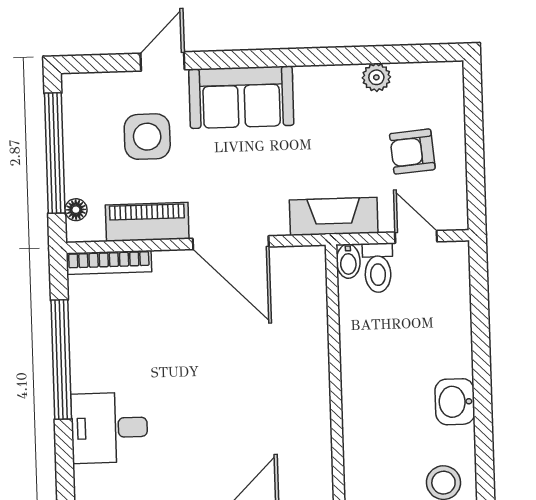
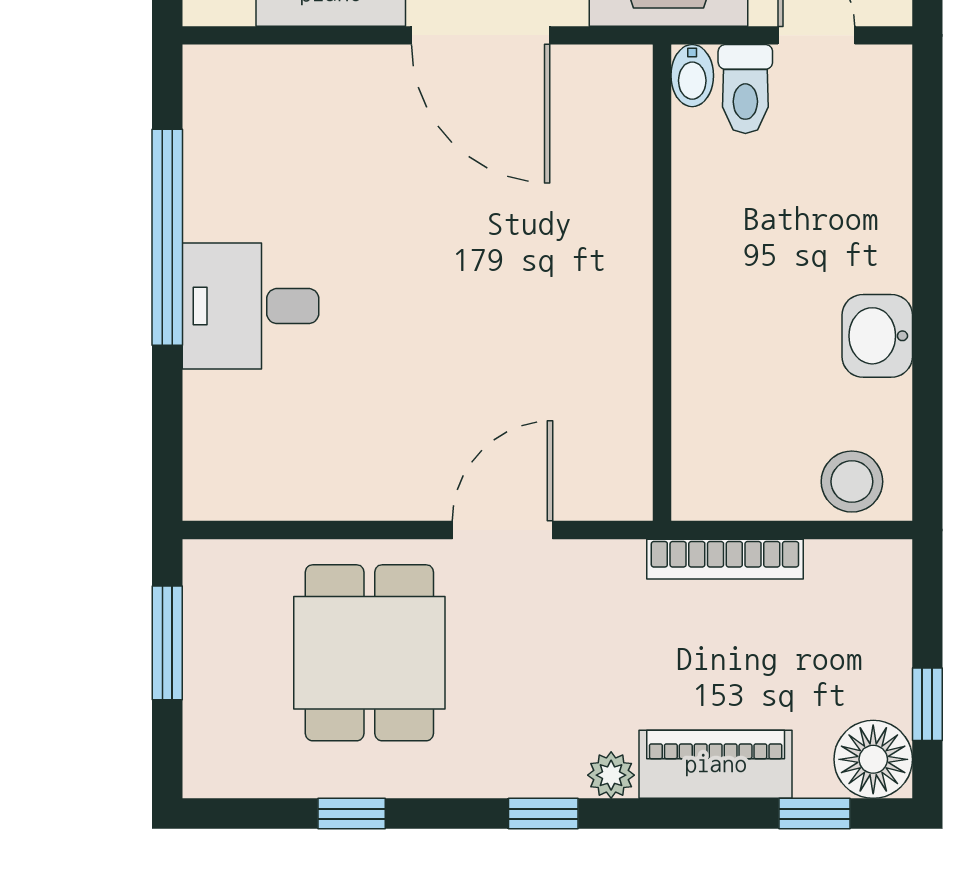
bookcase: (109, 262) -> (259, 64), removed
desk: (109, 428) -> (251, 306), moved

